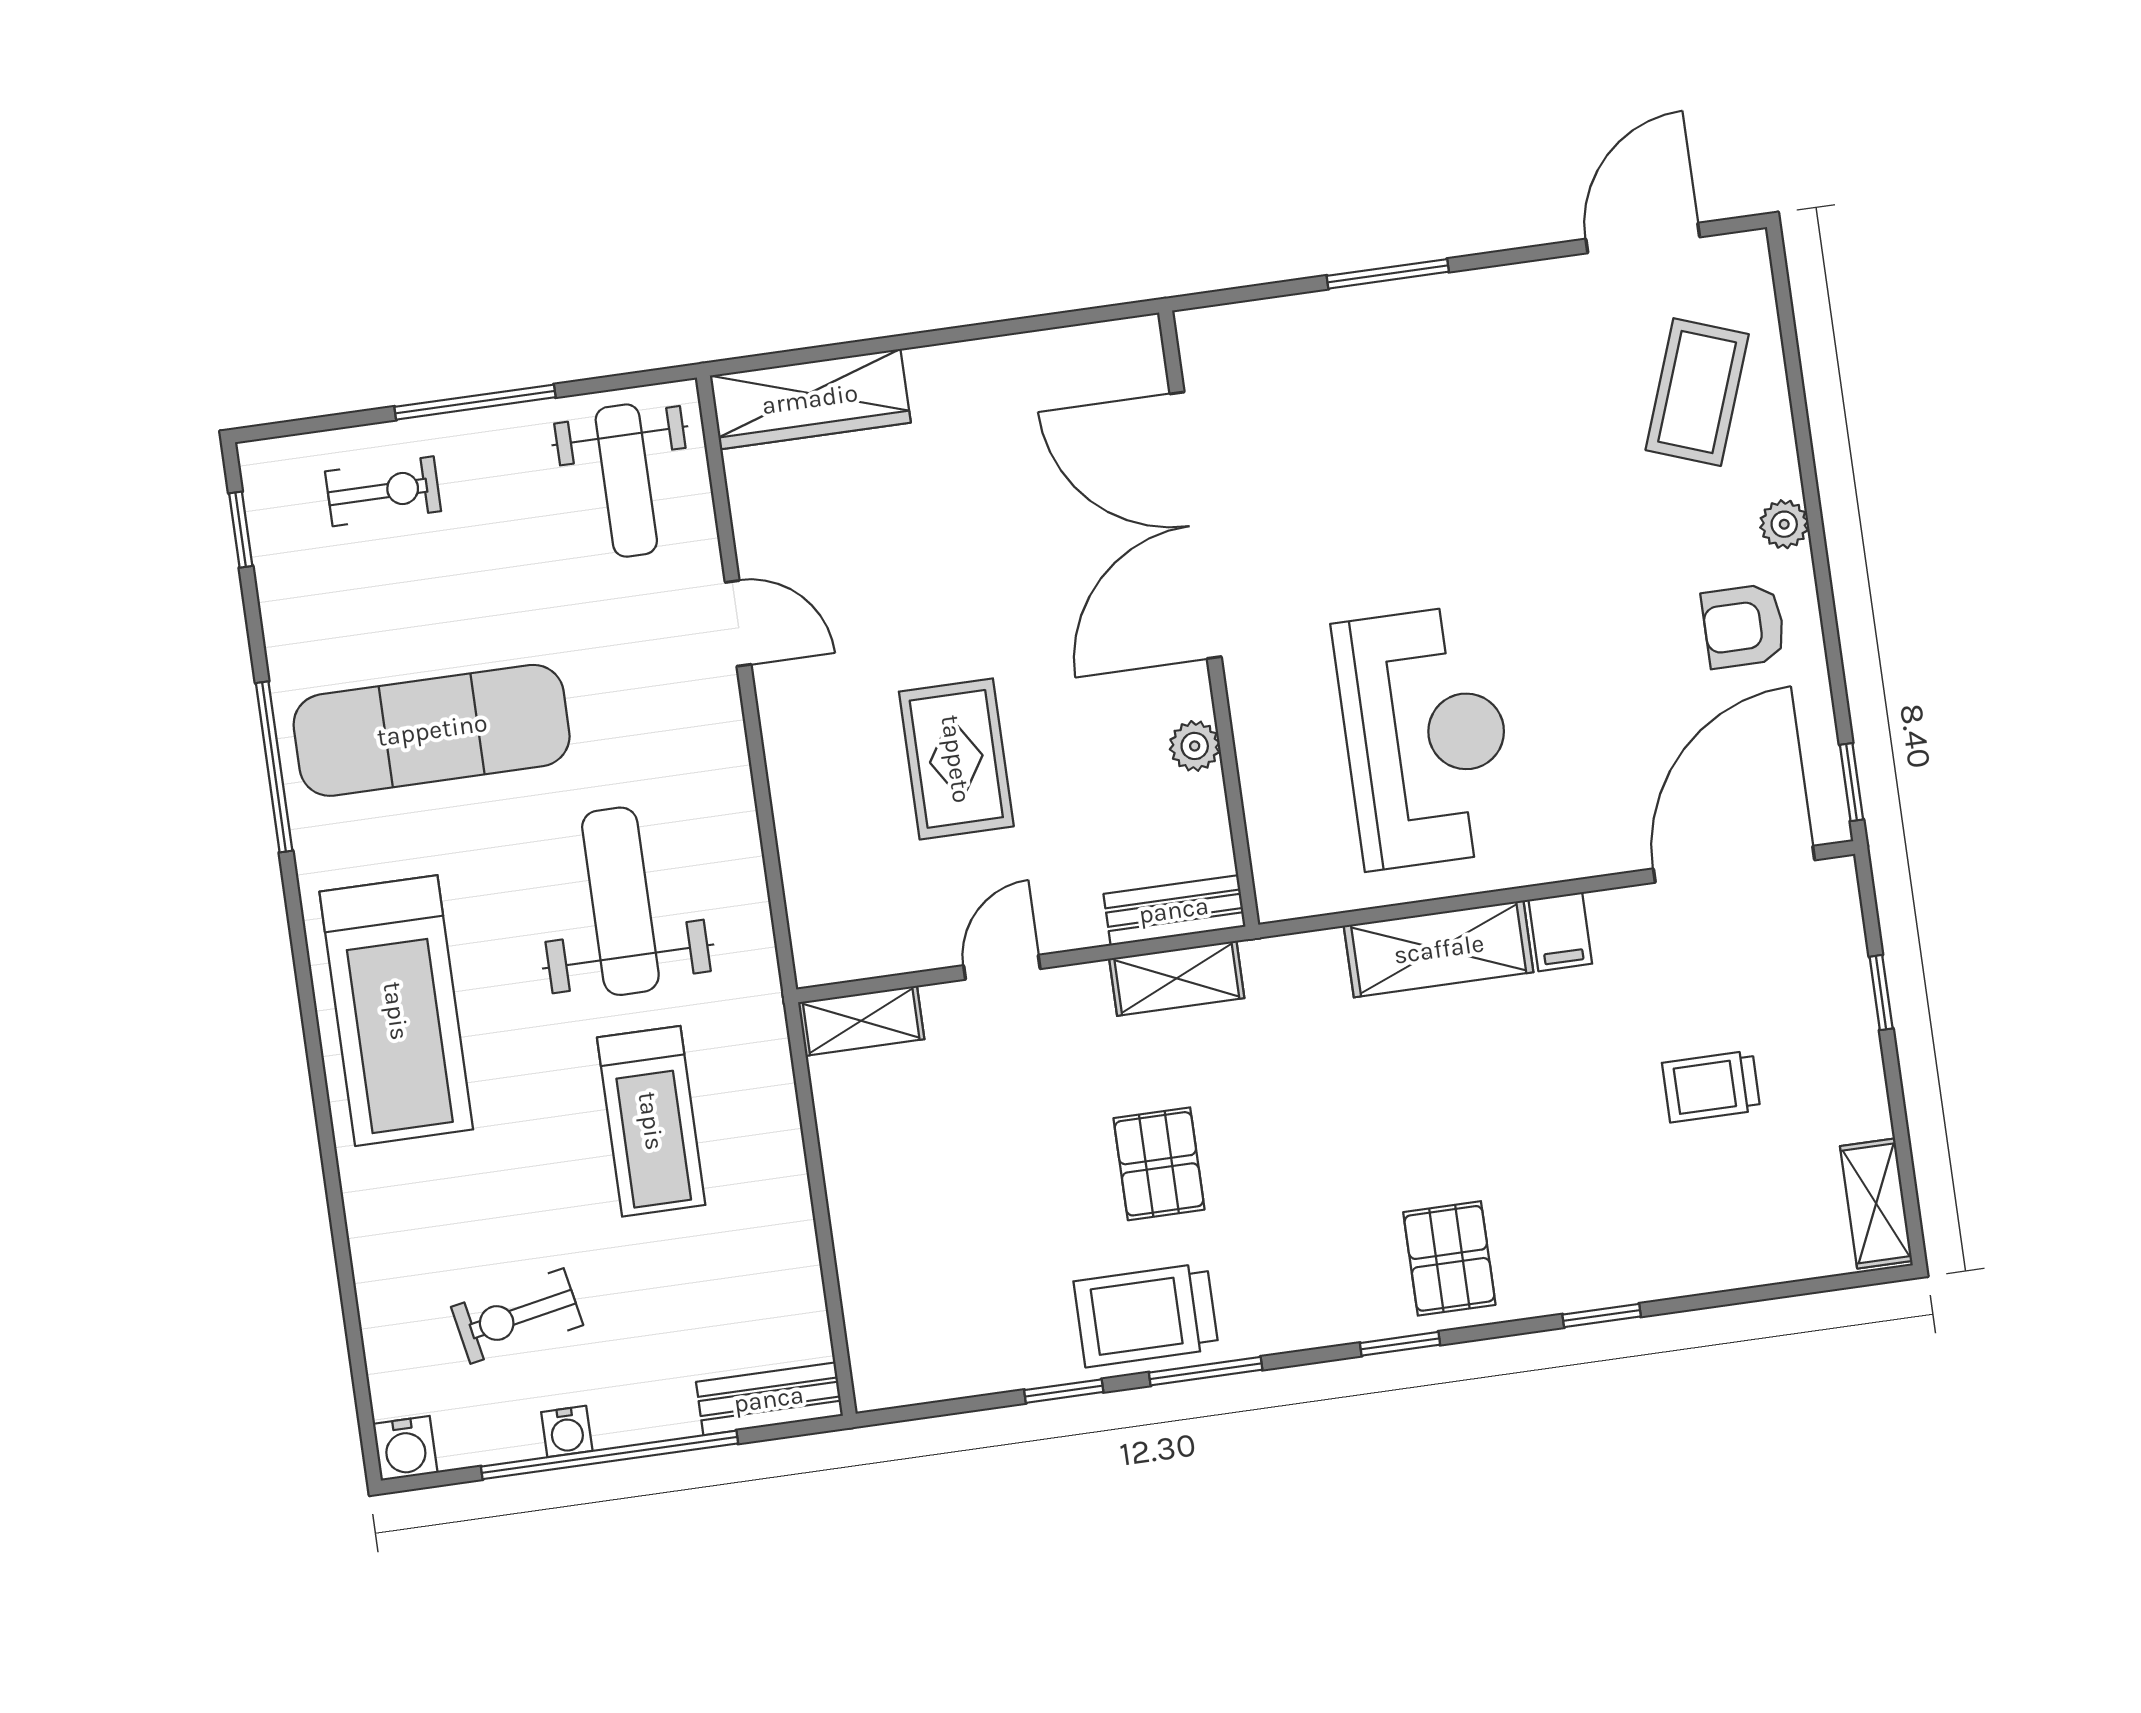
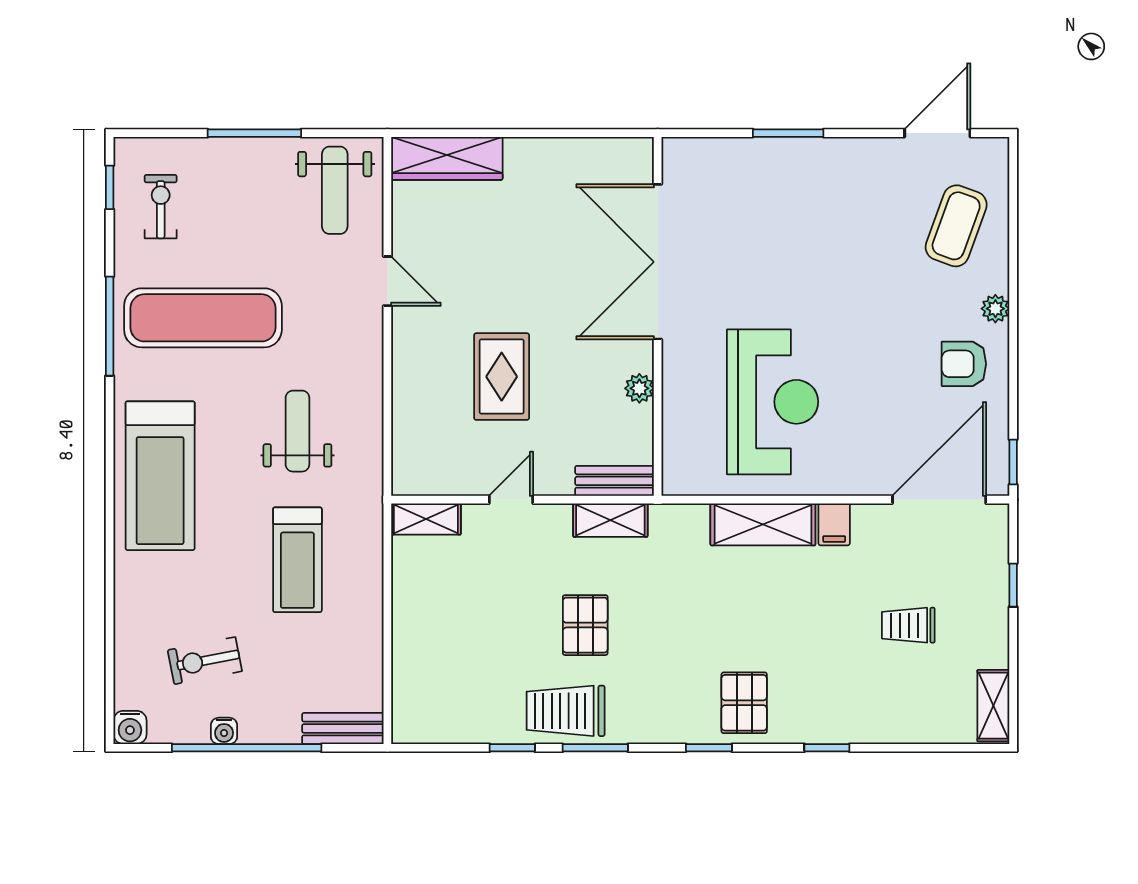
exercise bike: (383, 491) -> (161, 207), moved, turned -90
weight bench: (620, 901) -> (297, 431), width x0.73, depth x0.75

